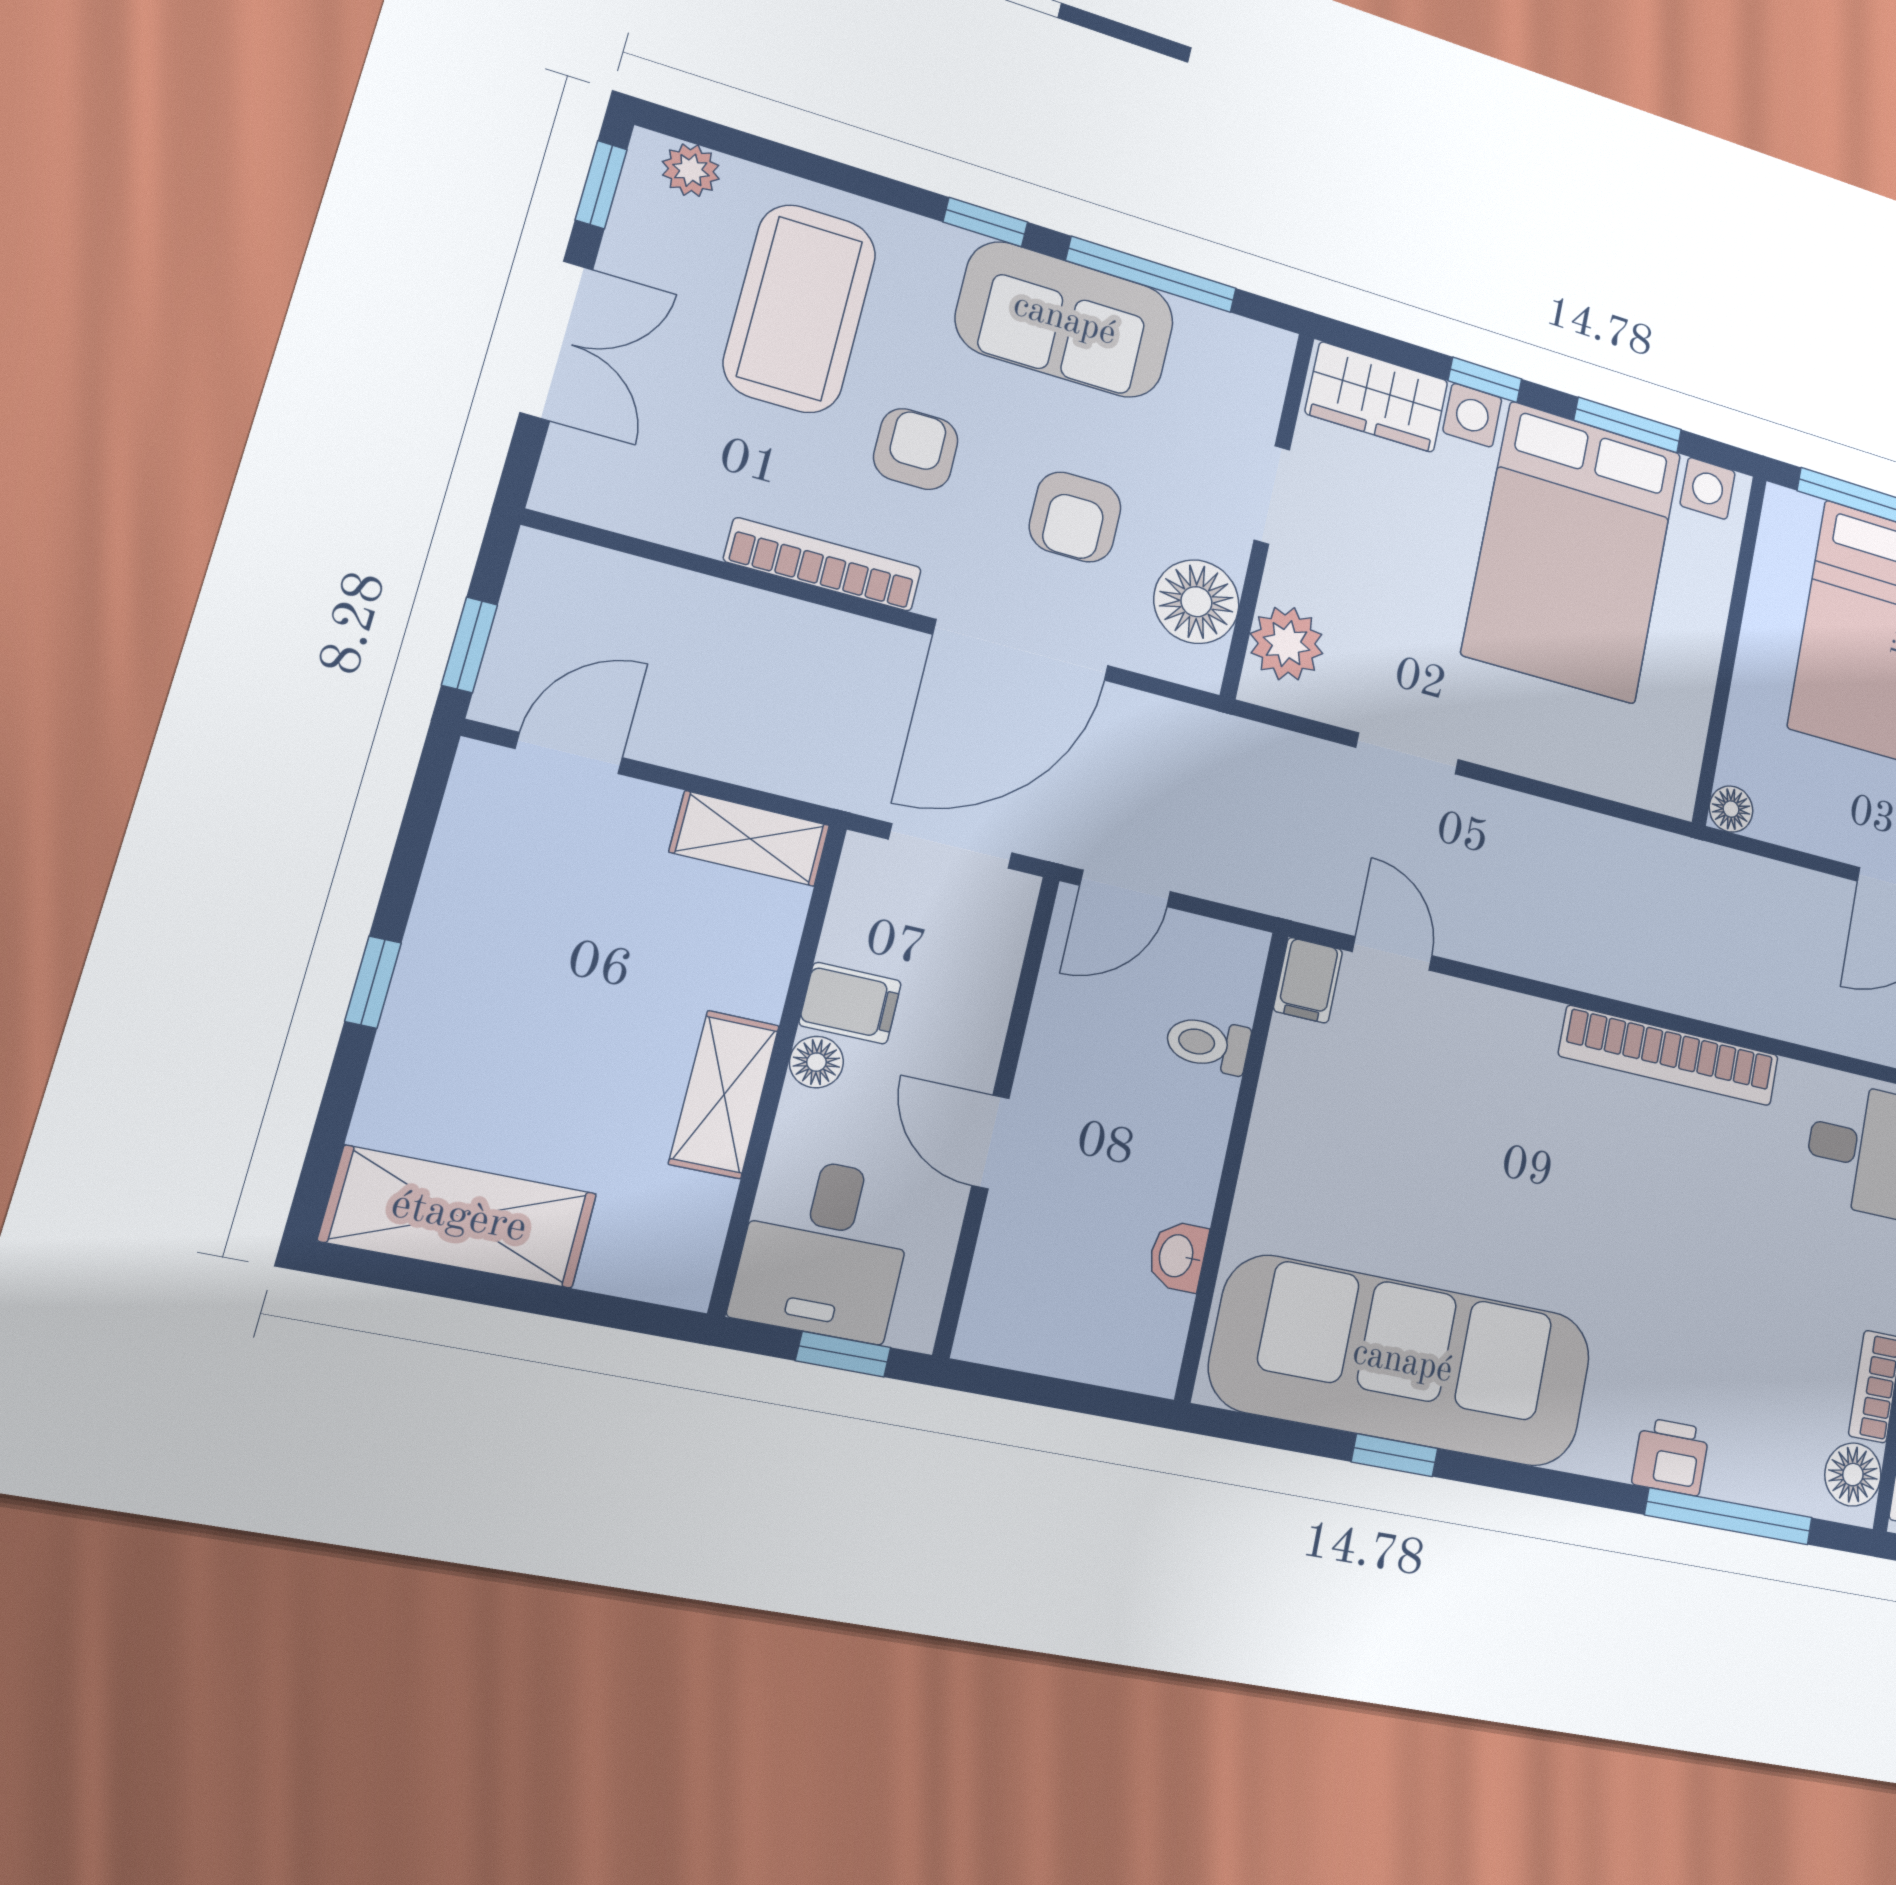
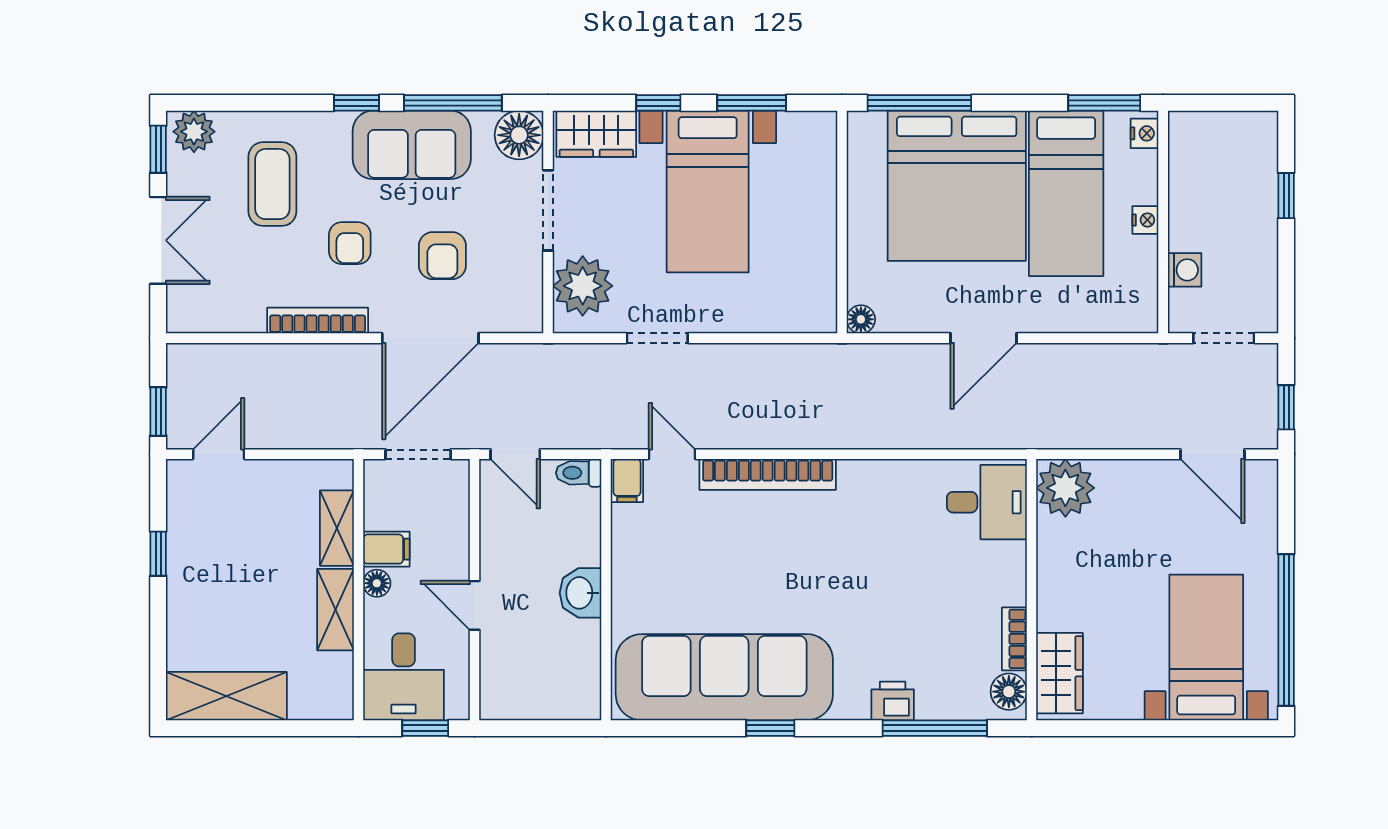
plant: (691, 170) -> (194, 132), width x1.38, depth x1.38
coffee table: (800, 308) -> (272, 184), width x0.73, depth x0.76
armchair: (916, 449) -> (350, 243), turned 180
doorway: (1272, 495) -> (548, 210), width x1.38
bed with nightstands: (1572, 552) -> (708, 192), width x0.73
floor lamp: (1196, 602) -> (519, 135), moved
plant: (1287, 644) -> (583, 286), width x1.36, depth x1.36
shelving: (750, 839) -> (337, 528), moved, turned 90
door: (1125, 888) -> (515, 454), hinge flipped
window: (373, 982) -> (158, 554), moved
toilet: (1208, 1044) -> (579, 473), moved
bookcase: (1670, 1056) -> (768, 474), moved
washbasin: (1178, 1256) -> (581, 593), moved, width x1.38, depth x1.45
window: (1395, 1455) -> (770, 728), moved

